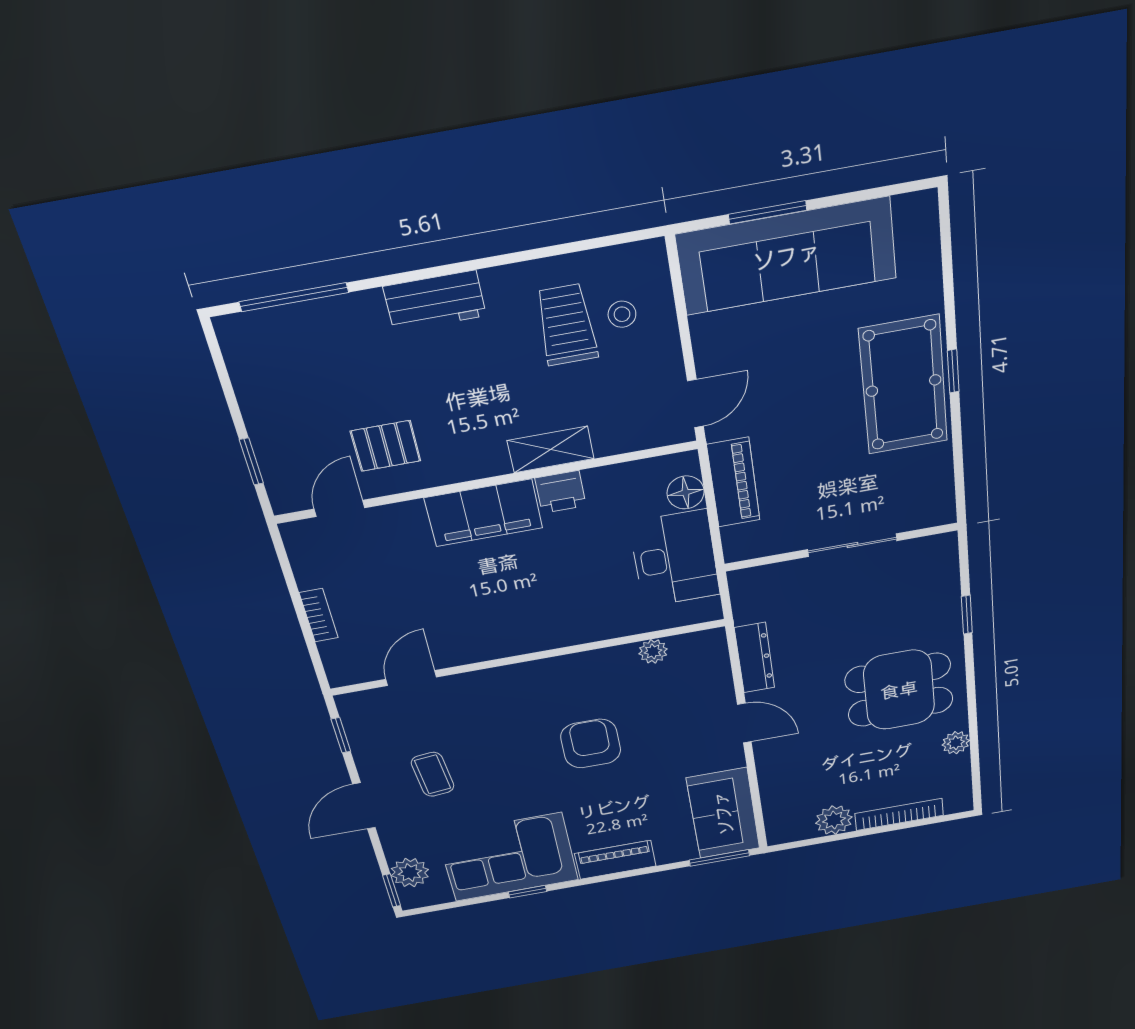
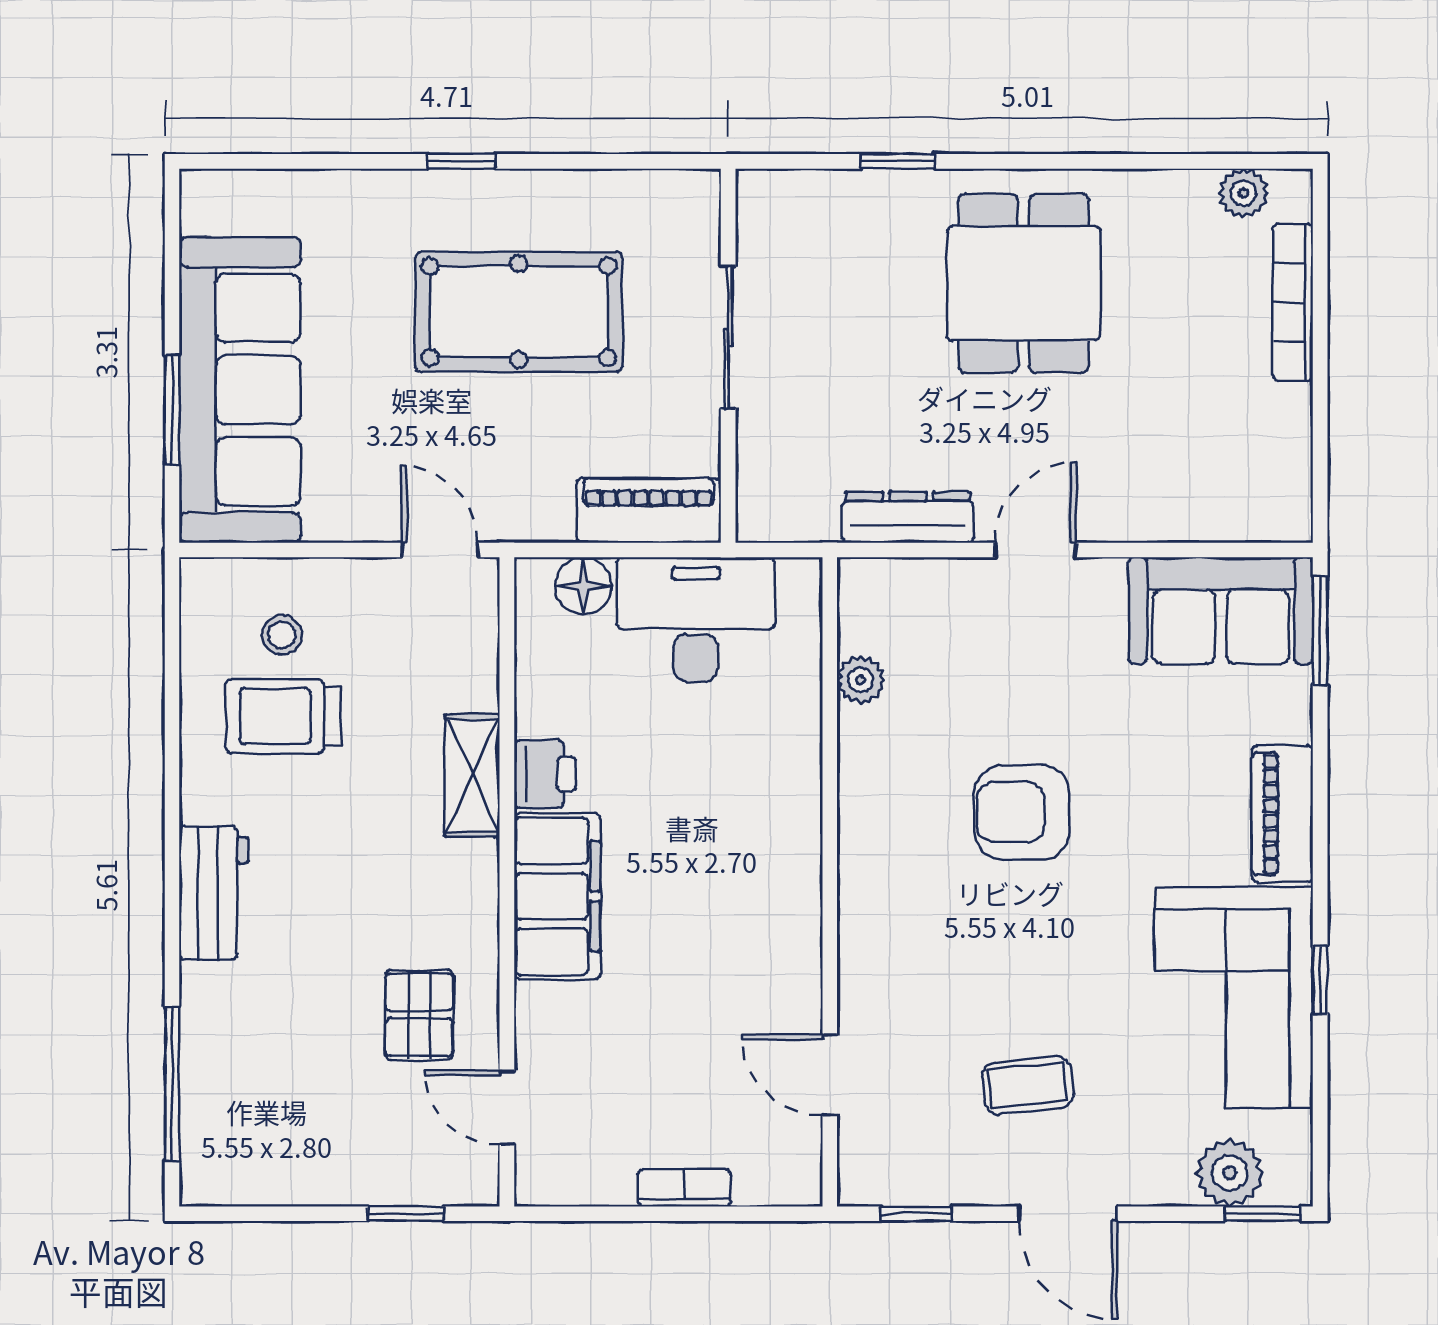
pool table: (904, 386) -> (519, 312), moved
piano: (734, 483) -> (649, 510), moved
plant: (956, 743) -> (1243, 193), moved
plant: (834, 820) -> (1280, 419), removed

